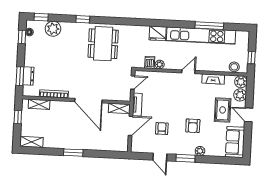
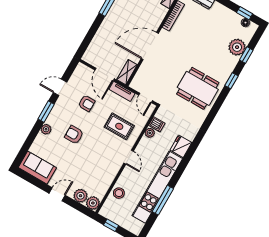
window: (41, 17) -> (246, 55), moved
stool: (234, 67) -> (119, 193), moved
fireplace: (213, 79) -> (109, 178), removed
rug: (223, 110) -> (119, 126), moved

